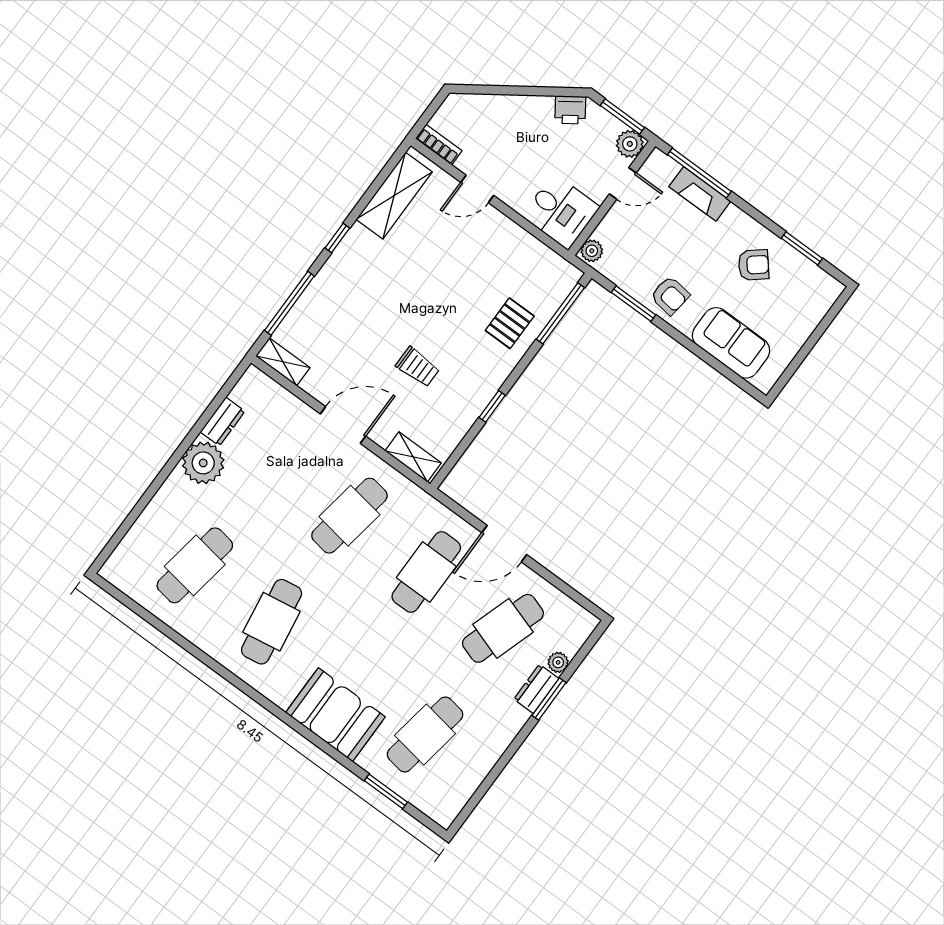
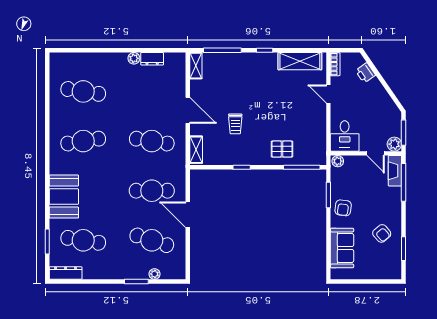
printer: (570, 110) -> (365, 73), moved
fireplace: (700, 194) -> (395, 171), moved
plant: (203, 463) -> (134, 58), width x0.53, depth x0.53
dresser: (536, 689) -> (66, 273), moved, width x1.44

